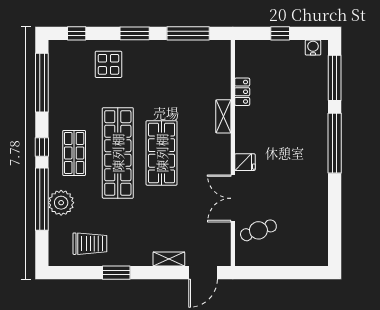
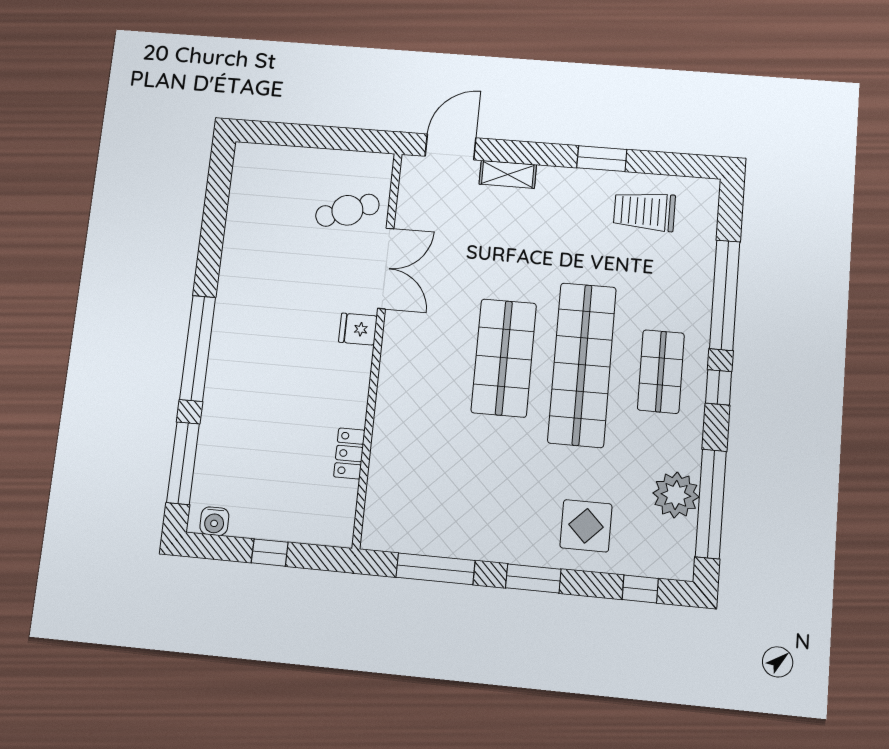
shelving: (223, 116) -> (387, 413), removed
plant: (61, 203) -> (676, 495), moved

